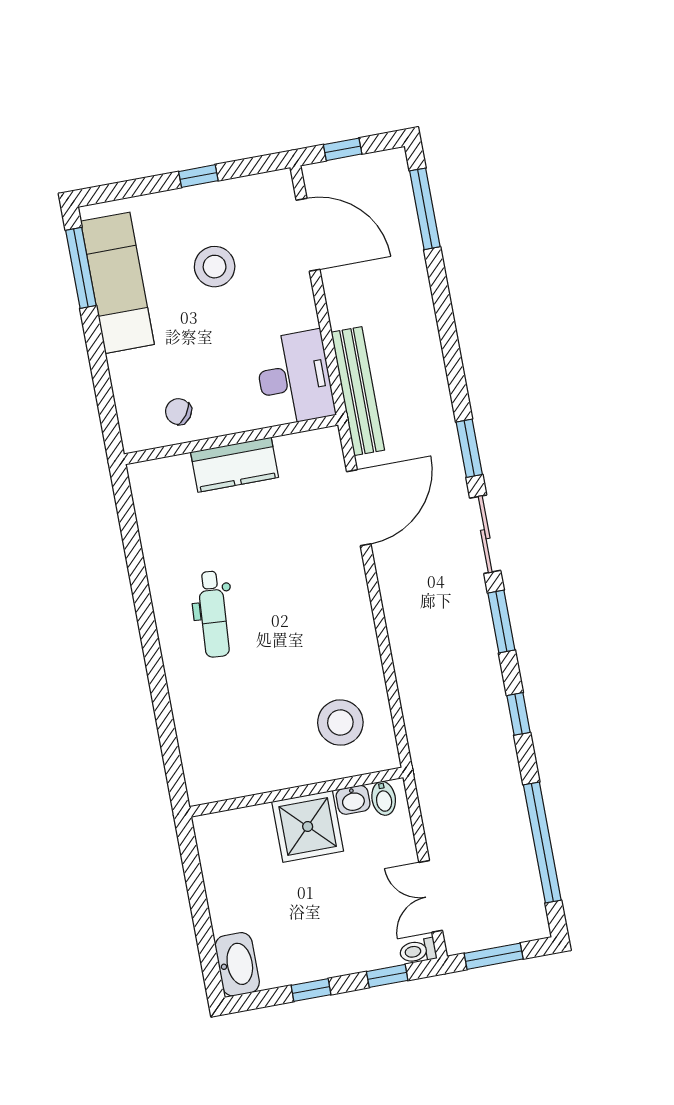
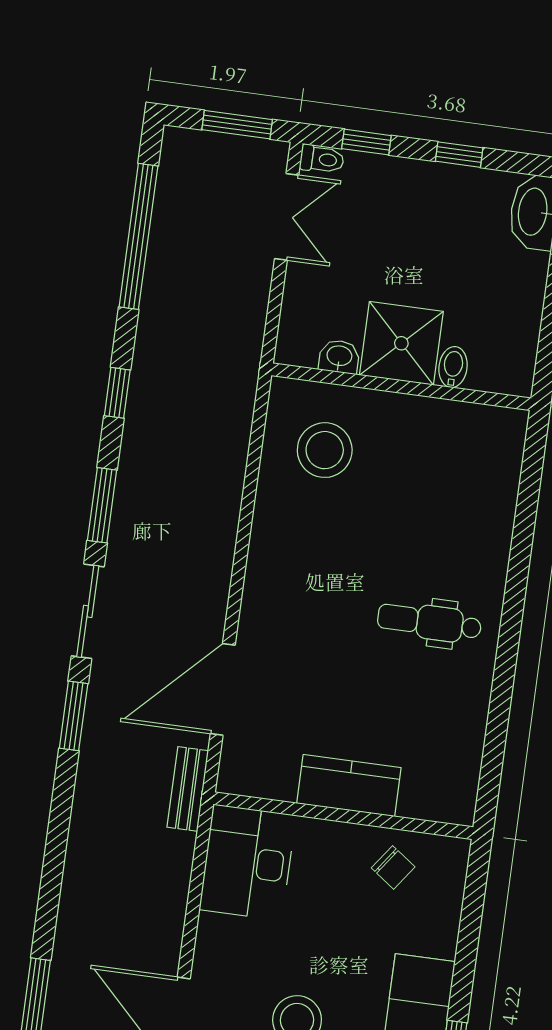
bench: (358, 391) -> (188, 789), width x0.54, depth x0.82
dental chair: (213, 614) -> (429, 622), turned -94
bidet: (384, 798) -> (453, 367), moved

